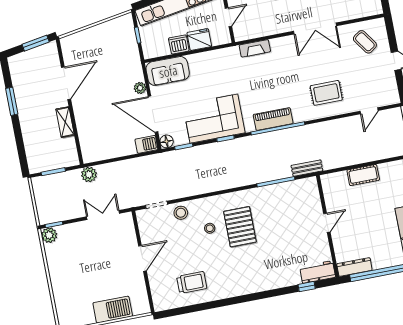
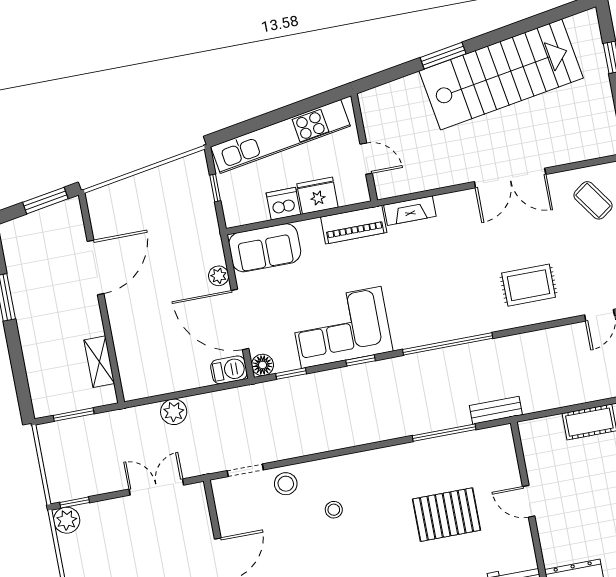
door: (228, 17) -> (366, 159), hinge flipped
piano: (273, 119) -> (354, 225), moved, turned 180
shelving: (65, 122) -> (99, 362), moved
plant: (89, 174) -> (174, 412), moved
door: (327, 223) -> (529, 501), swing flipped
pallet: (240, 227) -> (447, 515), moved, turned 90

